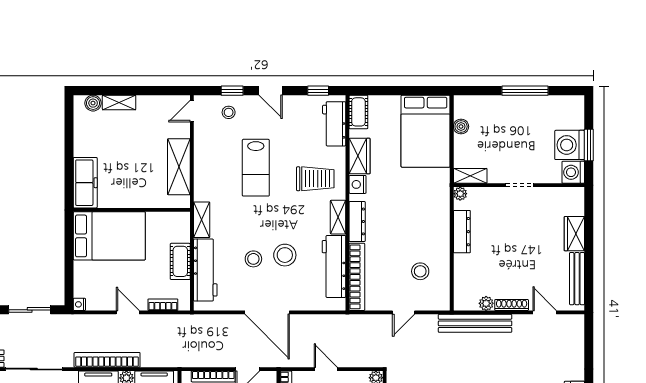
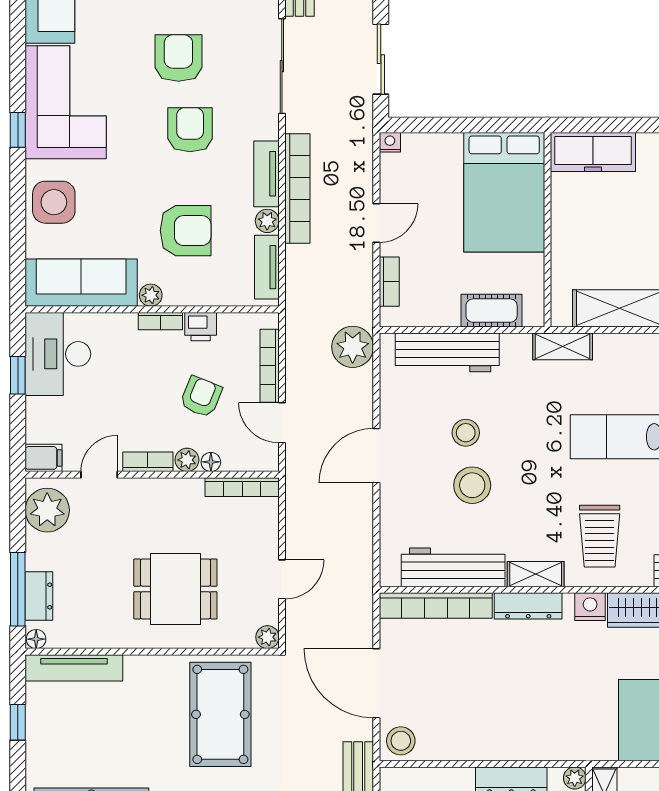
shelving: (202, 220) -> (563, 346), moved
cot: (180, 261) -> (492, 311), moved
stool: (420, 271) -> (401, 741), moved
door: (267, 312) -> (376, 456), width x0.73
door: (404, 312) -> (376, 683), width x1.88
plant: (202, 327) -> (353, 347), added
door: (326, 369) -> (282, 579), moved

